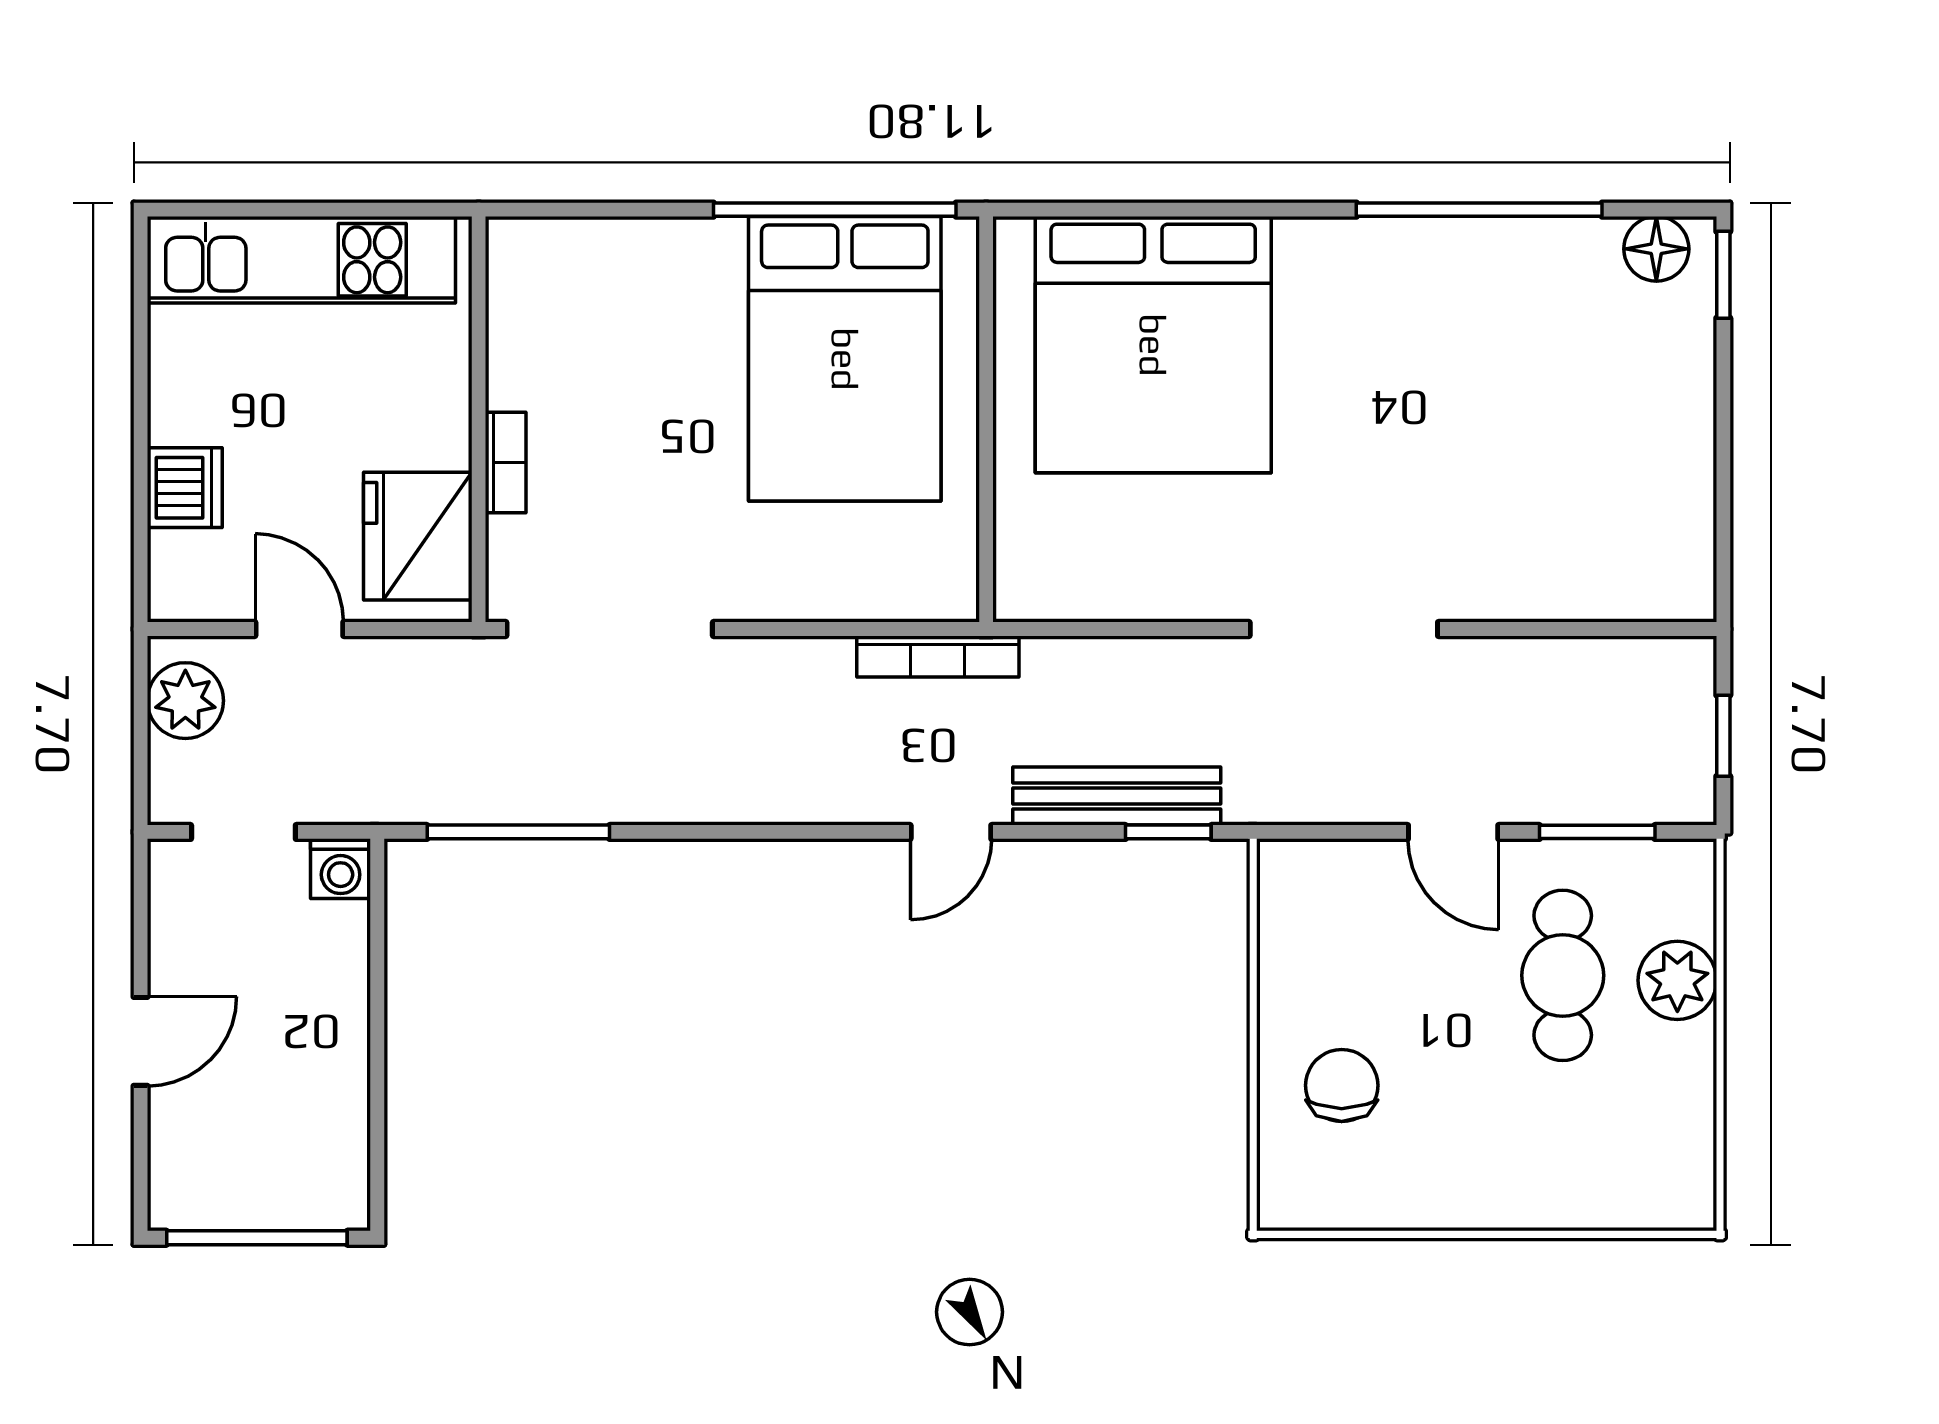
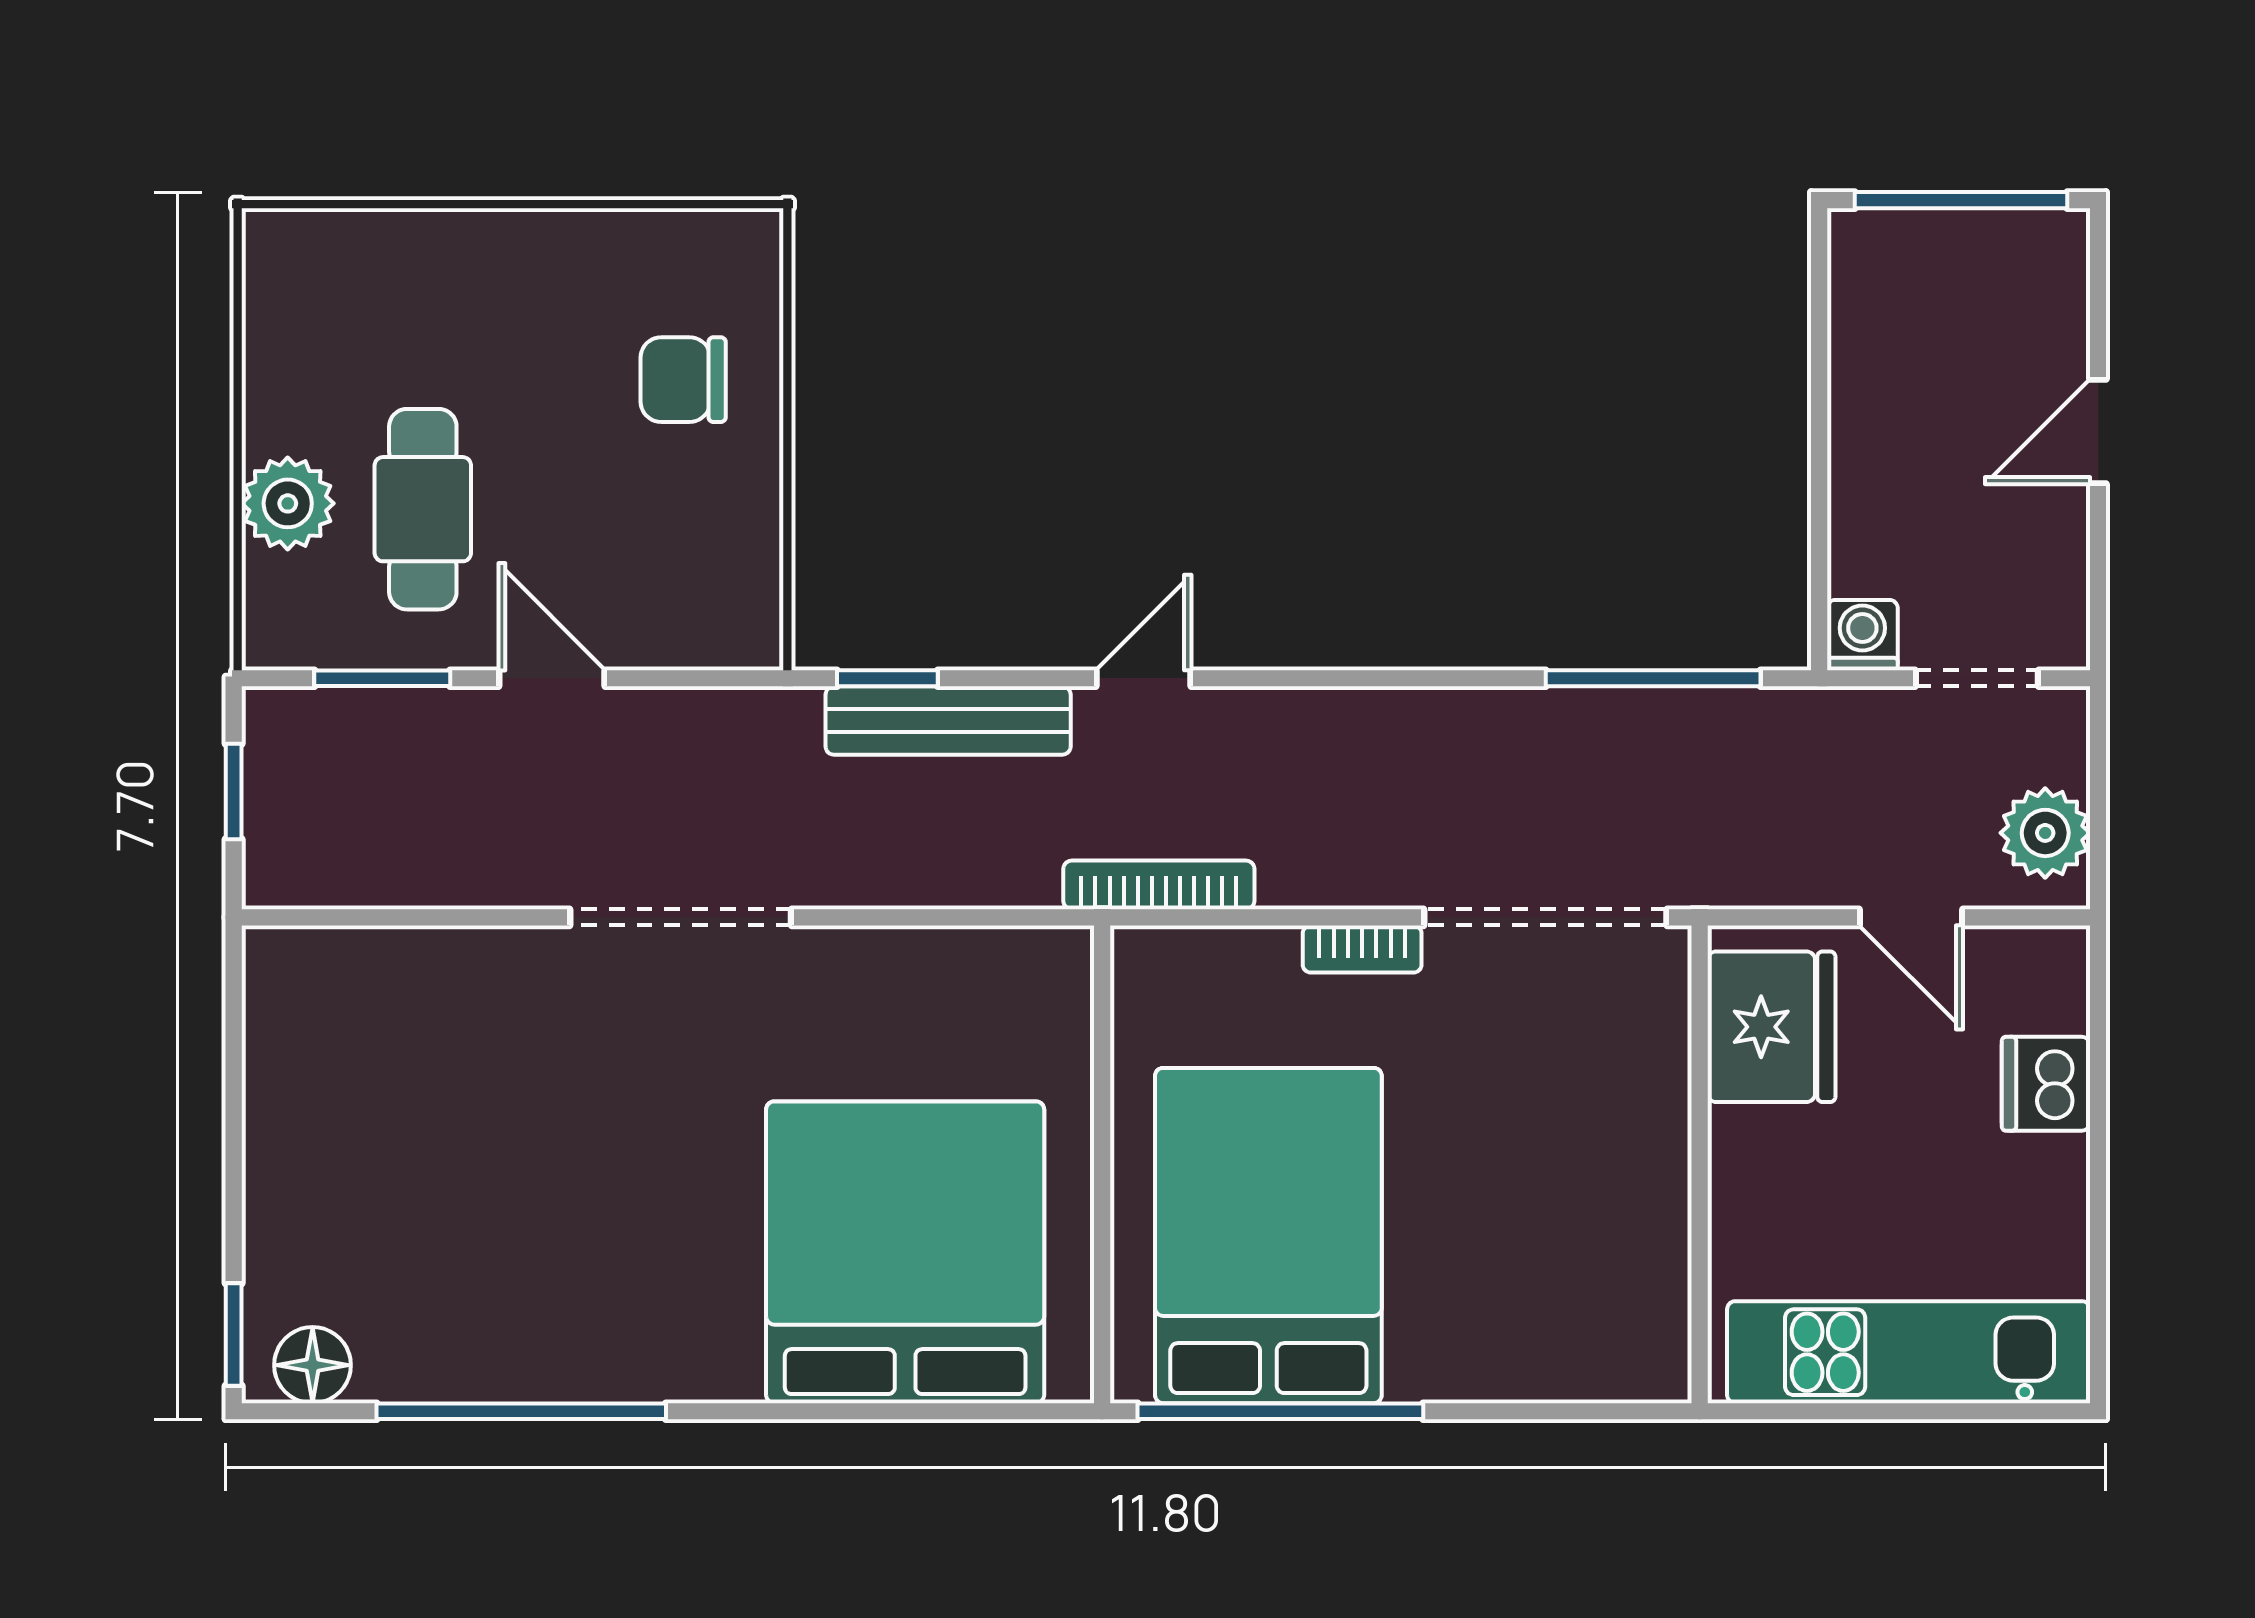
bookcase: (506, 463) -> (1362, 949), moved, turned -90
chair: (1342, 1085) -> (683, 380), turned 90

